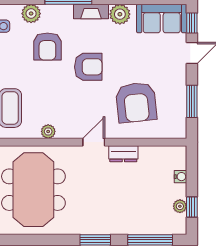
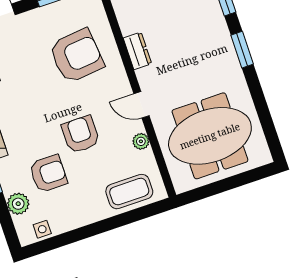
armchair: (88, 67) -> (81, 134), moved
door: (94, 142) -> (141, 105), moved

